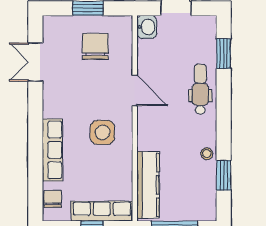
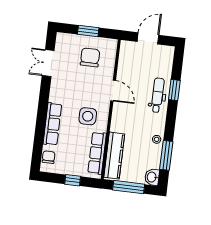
washbasin: (147, 27) -> (152, 177), moved, turned 180
window: (224, 54) -> (174, 90), moved
window: (224, 175) -> (166, 155), width x1.44
row of seats: (102, 211) -> (97, 153), moved, turned -90

